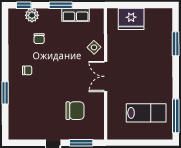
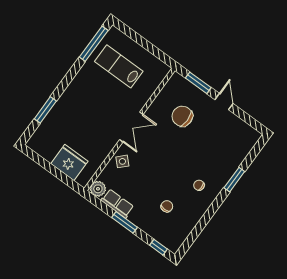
plant: (32, 15) -> (98, 189), moved

